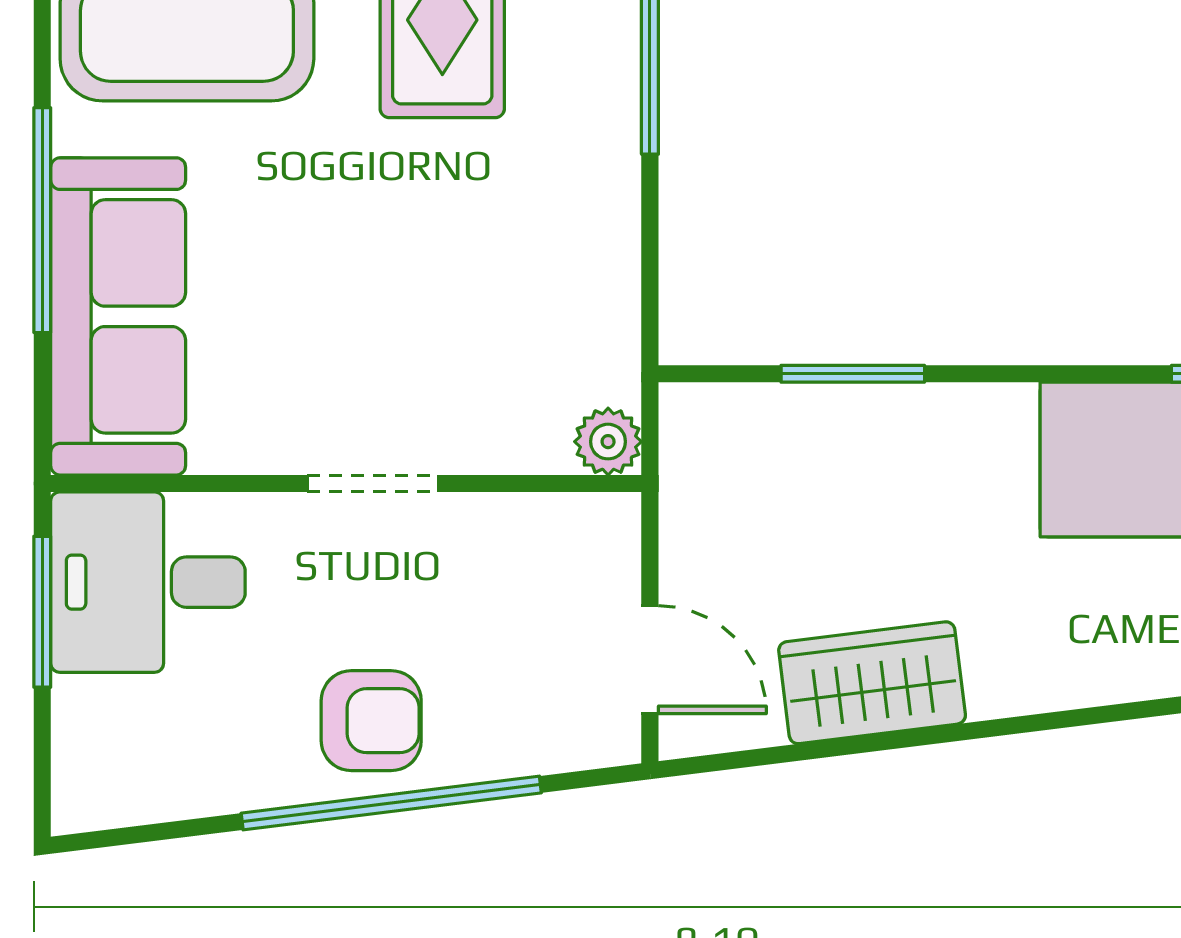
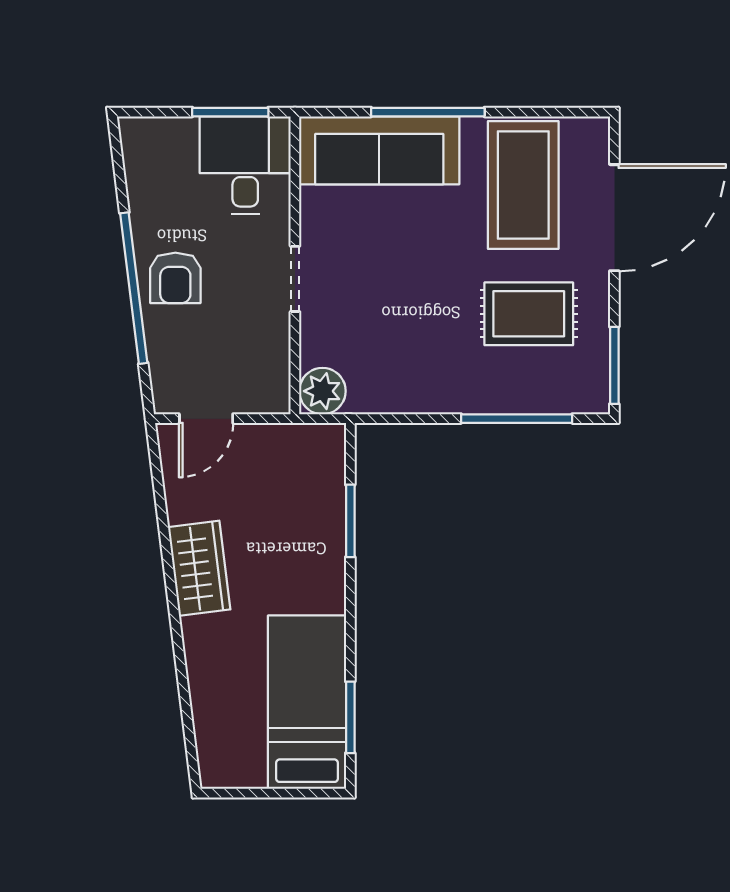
plant: (608, 442) -> (322, 391), width x1.38, depth x1.38
wardrobe: (872, 683) -> (199, 568), moved

